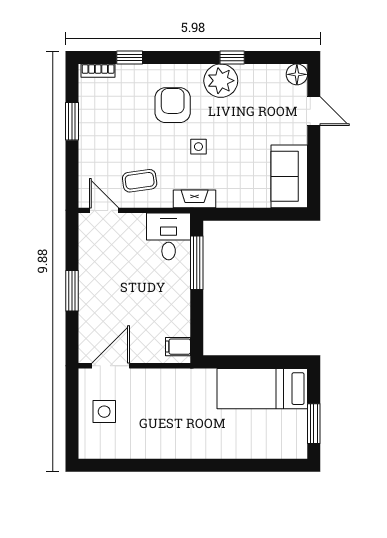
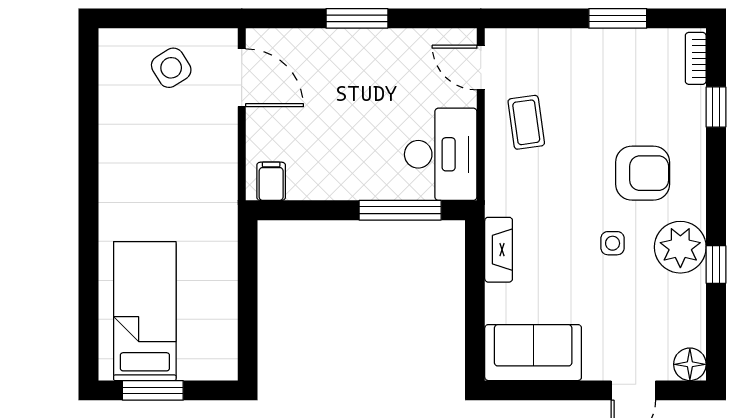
side table: (198, 147) -> (613, 243), moved
fireplace: (195, 199) -> (499, 250), moved
door: (104, 210) -> (481, 68), swing flipped
desk: (169, 236) -> (441, 154), width x1.37
bed: (262, 389) -> (145, 311), moved
side table: (104, 412) -> (171, 68), turned -32

